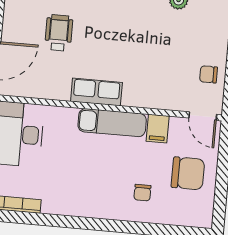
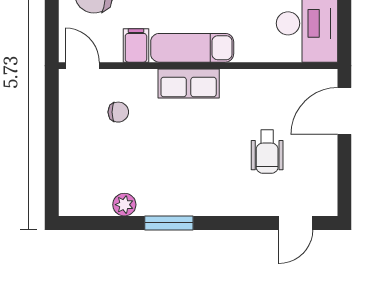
chair: (209, 74) -> (118, 112), moved
row of seats: (96, 92) -> (189, 83), moved

